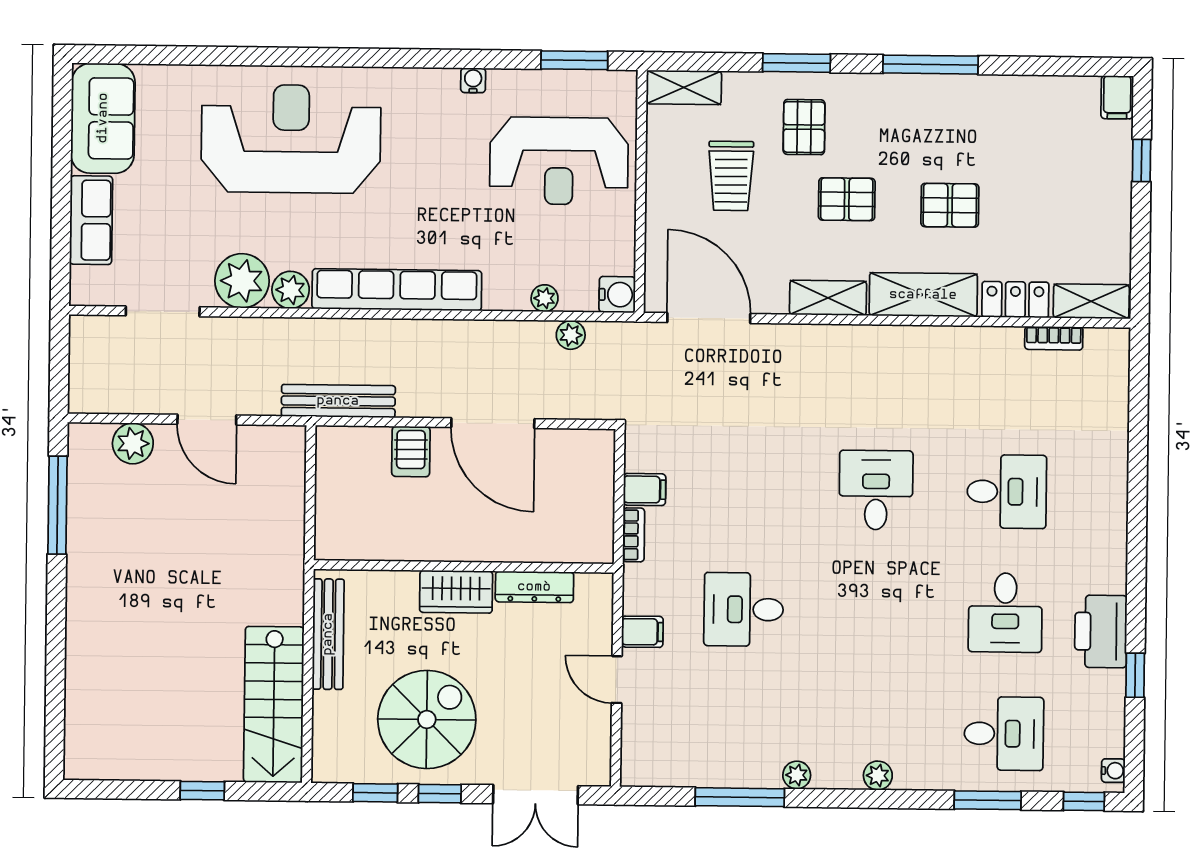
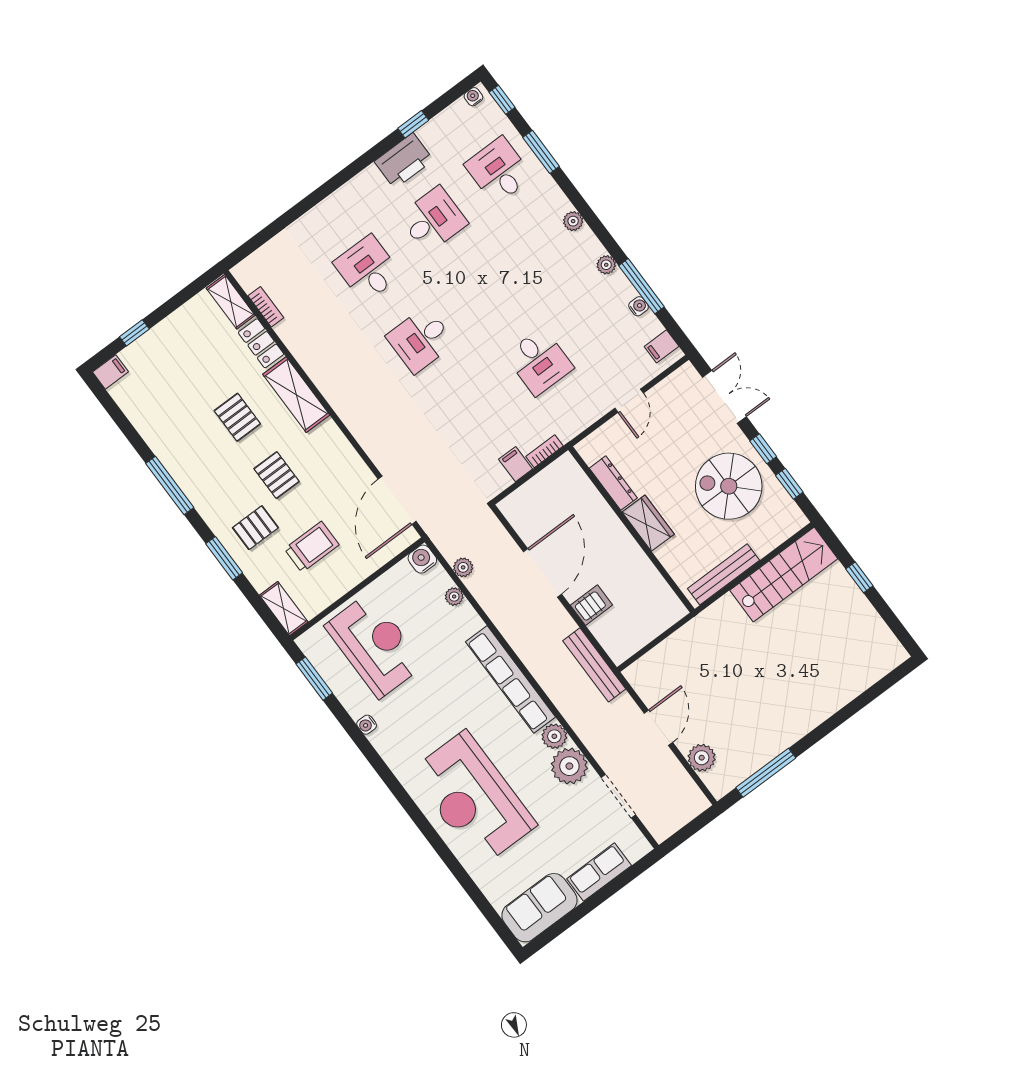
shelving: (828, 298) -> (337, 445), removed
filing cabinet: (642, 632) -> (662, 346), moved, turned -90
water cooler: (719, 776) -> (639, 306), added

